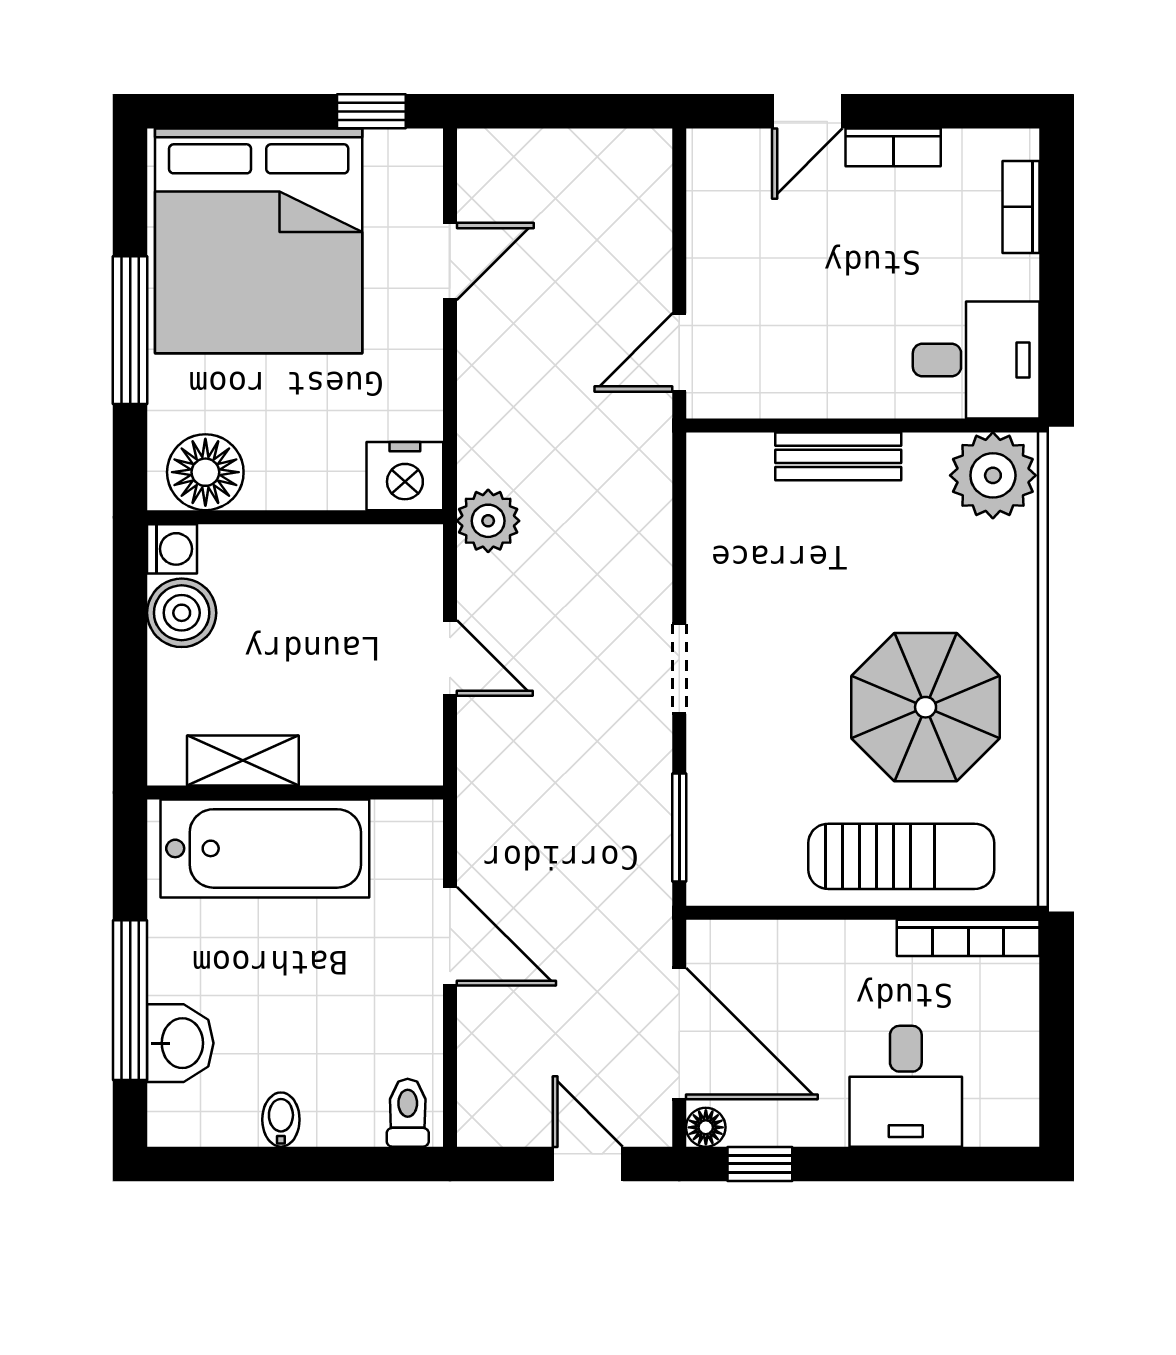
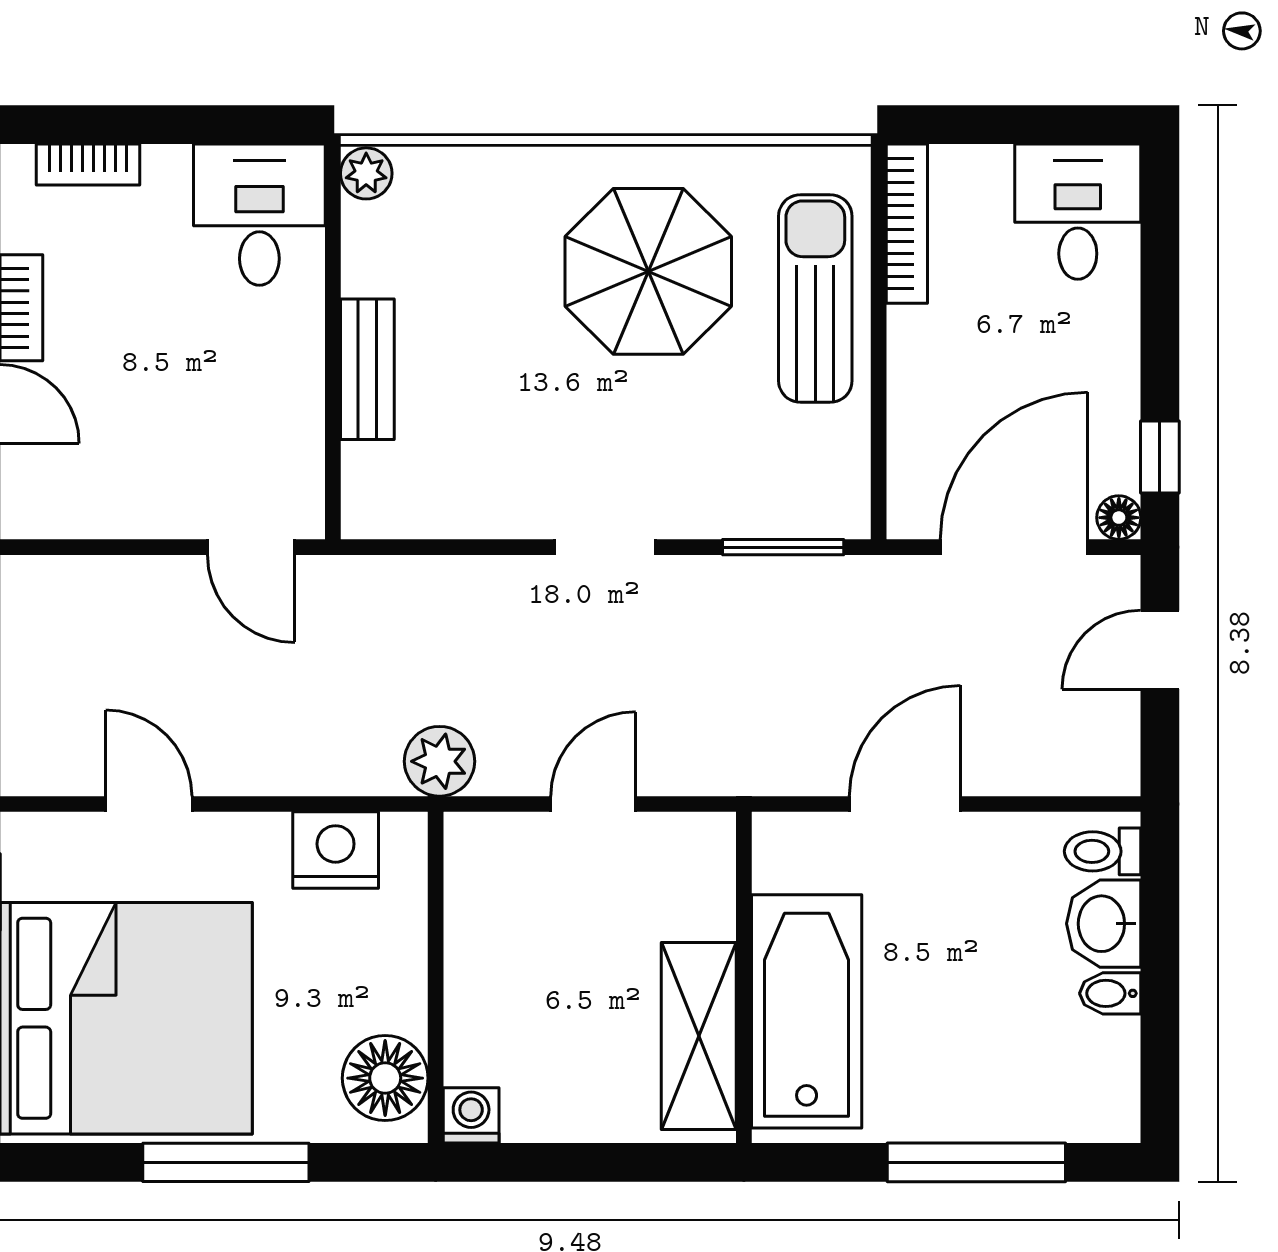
plant: (993, 475) -> (366, 173), width x0.53, depth x0.53
nightstand: (405, 476) -> (336, 850), moved, turned -90
boiler: (182, 613) -> (543, 1105), removed
shelving: (243, 761) -> (699, 1036), width x1.50, depth x1.33
washbasin: (180, 1043) -> (1104, 924), moved, turned -90
desk: (906, 1086) -> (1078, 212), moved, turned -90

